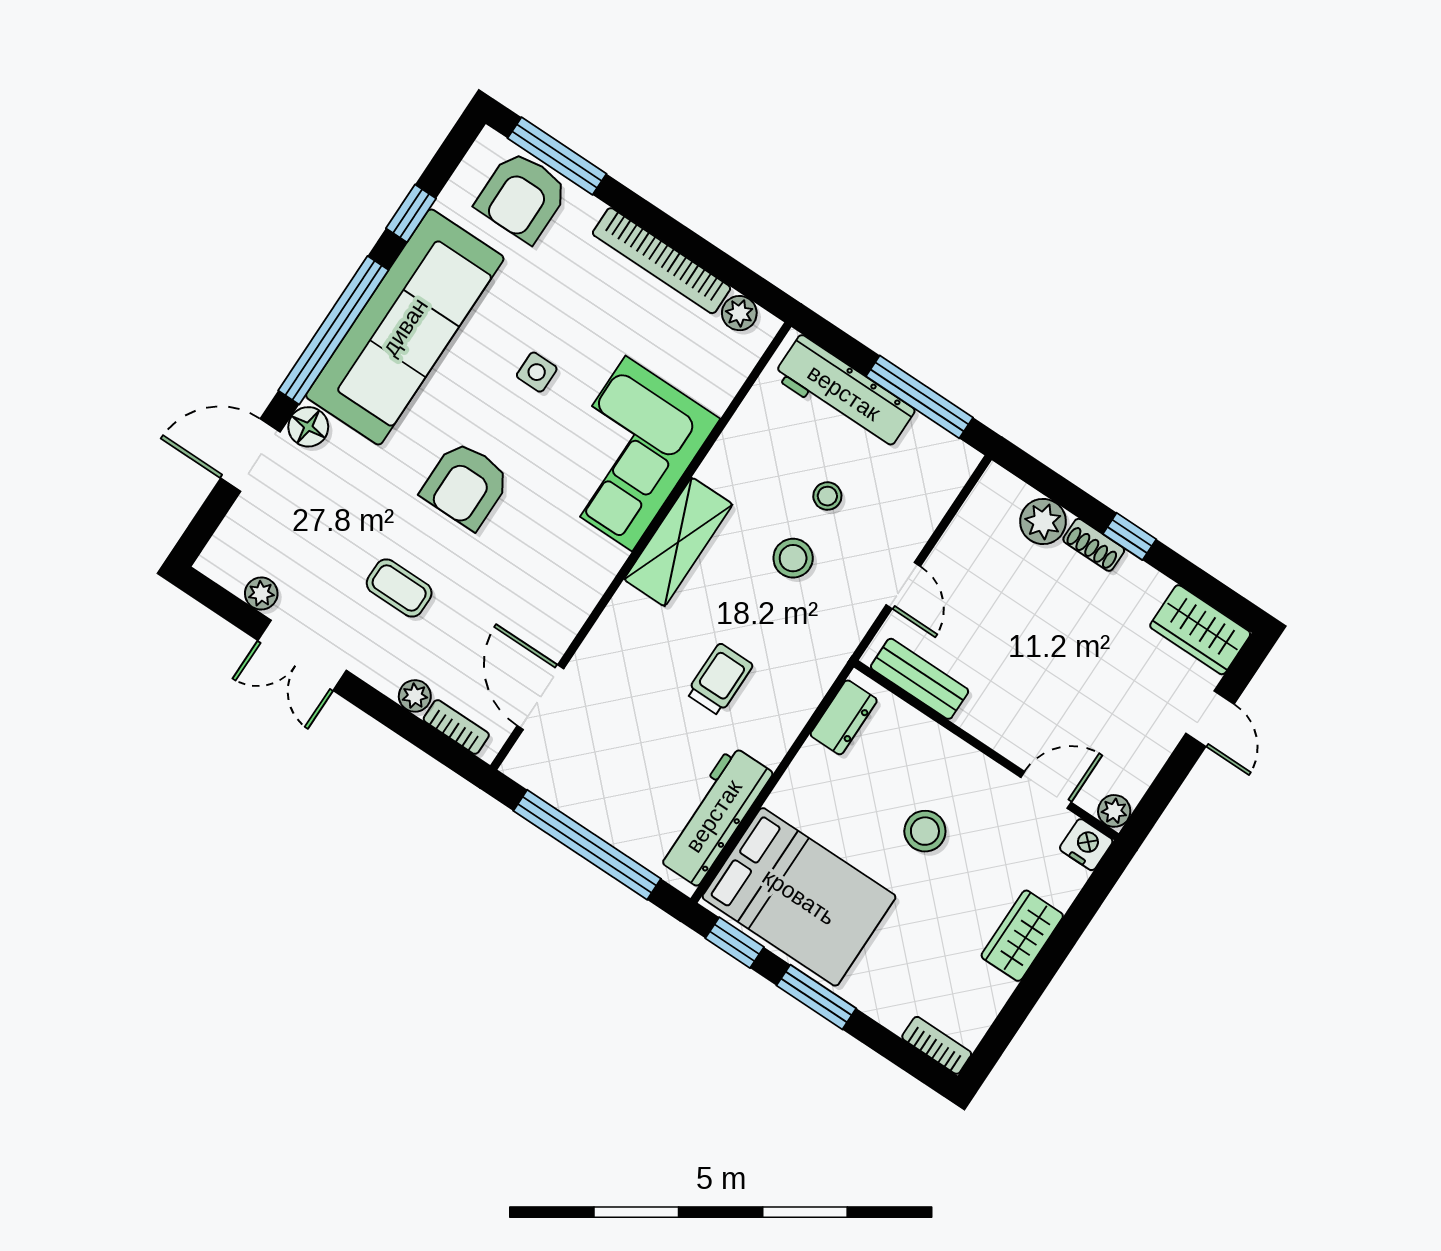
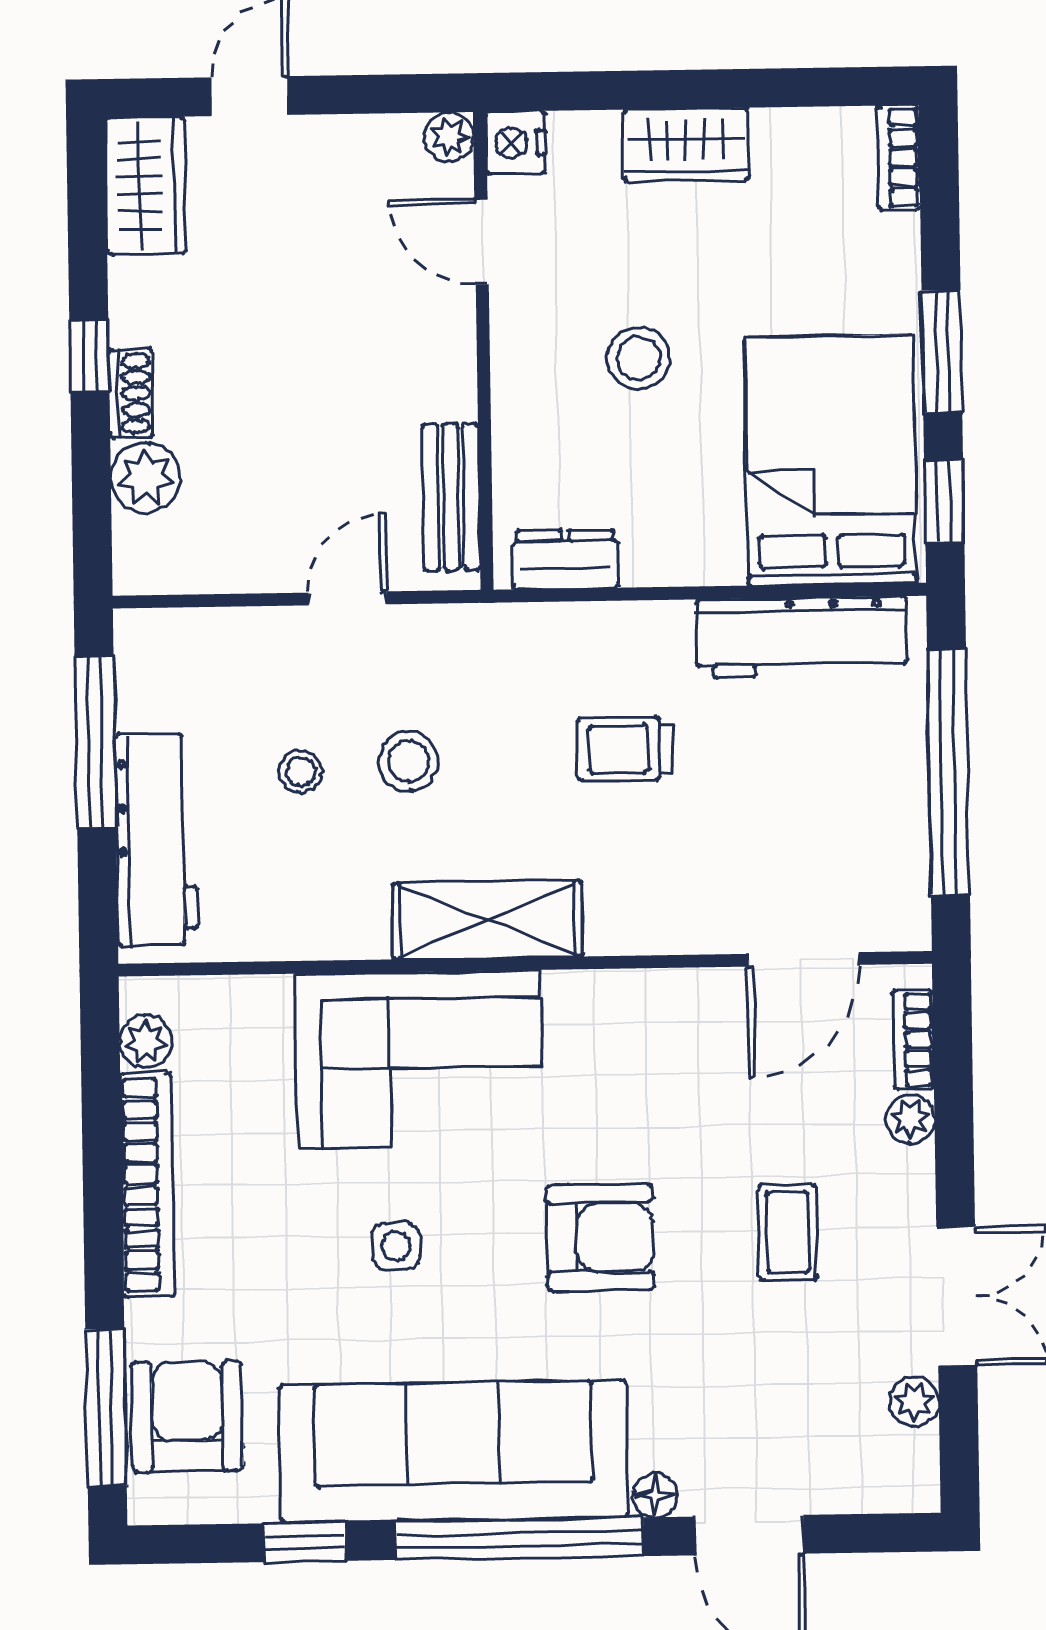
armchair: (522, 197) -> (187, 1417), turned -90
floor lamp: (308, 427) -> (655, 1495), width x0.73, depth x0.73

